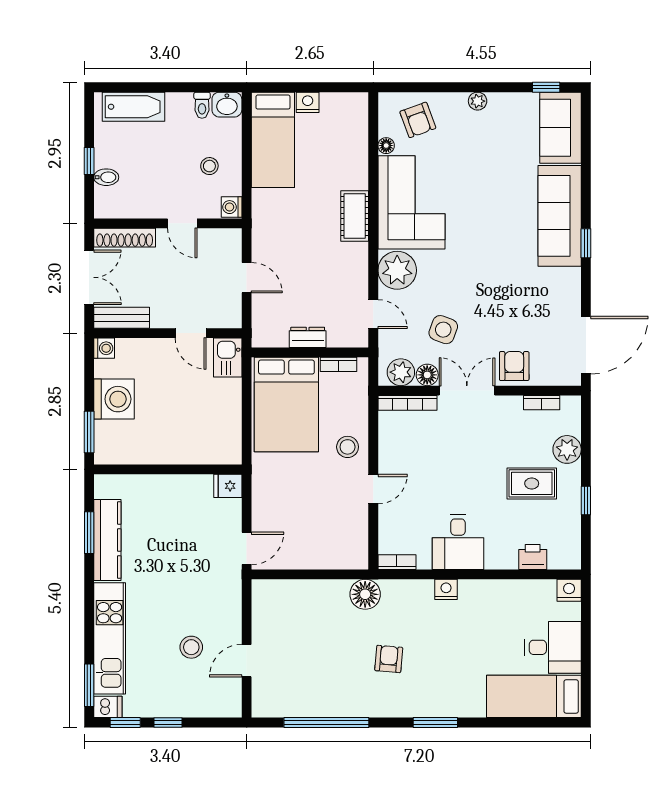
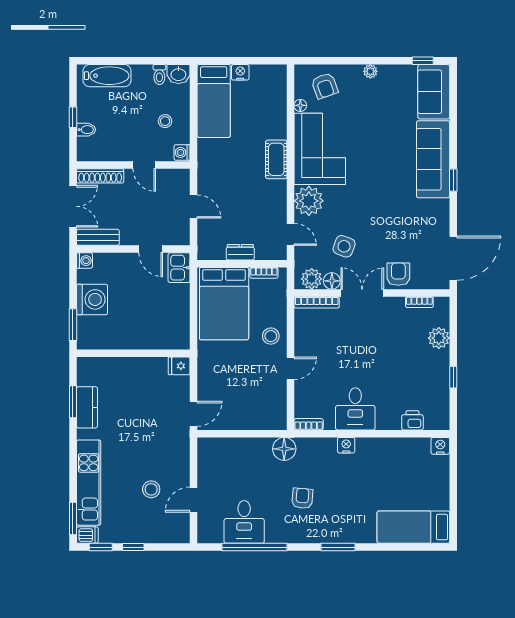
rug: (532, 483) -> (412, 364), removed
kitchen counter: (107, 540) -> (87, 407), width x0.67
desk: (553, 647) -> (244, 522), moved, turned 90

